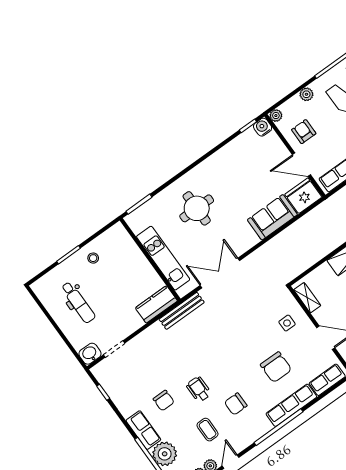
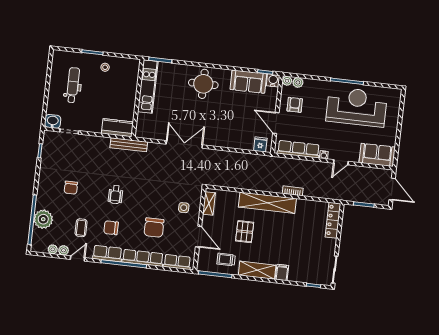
plant: (306, 94) -> (298, 82), moved
fridge: (303, 196) -> (260, 144), width x0.53, depth x0.75
round table: (197, 208) -> (203, 84), moved
sofa: (272, 217) -> (248, 82), moved, turned 180
kitchen unit: (163, 258) -> (148, 87), moved
double door: (220, 273) -> (184, 144), moved
dental chair: (78, 302) -> (73, 85), turned 180
wheelchair: (199, 389) -> (115, 195), moved, turned 180
row of seats: (143, 430) -> (107, 254), moved, turned -90

